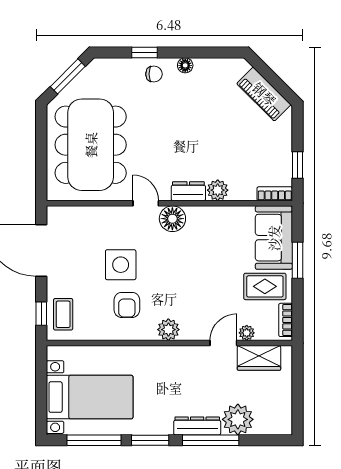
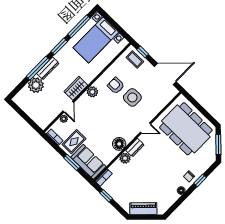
floor lamp: (172, 219) -> (119, 144), moved
wardrobe: (259, 358) -> (76, 88), moved

